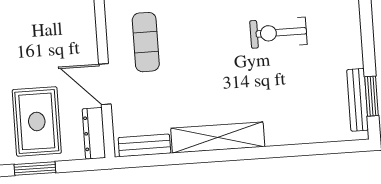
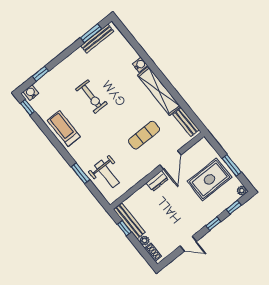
exercise mat: (146, 42) -> (144, 135), moved
dresser: (94, 133) -> (157, 181), moved, width x0.70
water cooler: (276, 136) -> (140, 65), added

